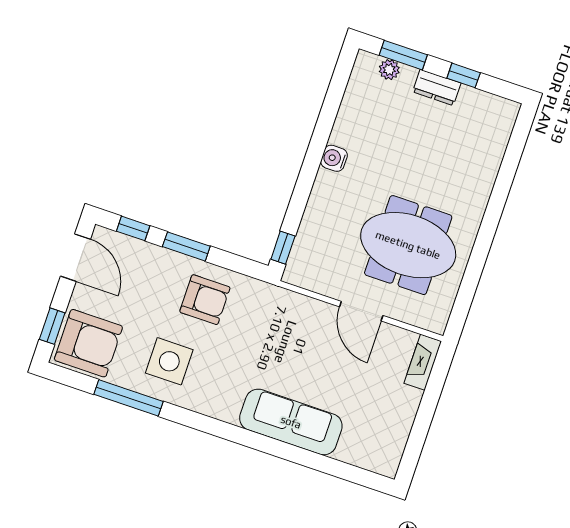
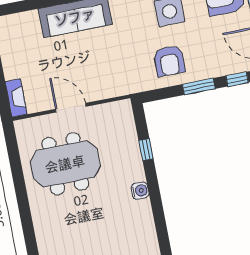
window: (283, 248) -> (146, 150), moved
armchair: (205, 300) -> (169, 61), turned -90

